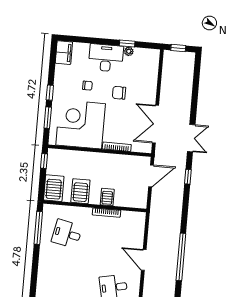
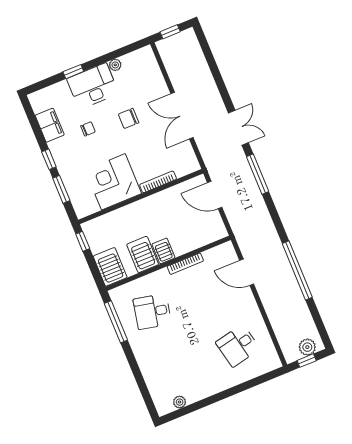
window: (127, 44) -> (73, 72), moved
filing cabinet: (64, 53) -> (50, 125), moved
corner desk: (81, 124) -> (113, 182), width x0.74, depth x0.74
double door: (155, 124) -> (182, 116), moved
door: (151, 176) -> (215, 195), swing flipped
window: (188, 177) -> (258, 174), width x2.17
server rack: (107, 197) -> (163, 251), moved
door: (144, 260) -> (247, 272), moved

